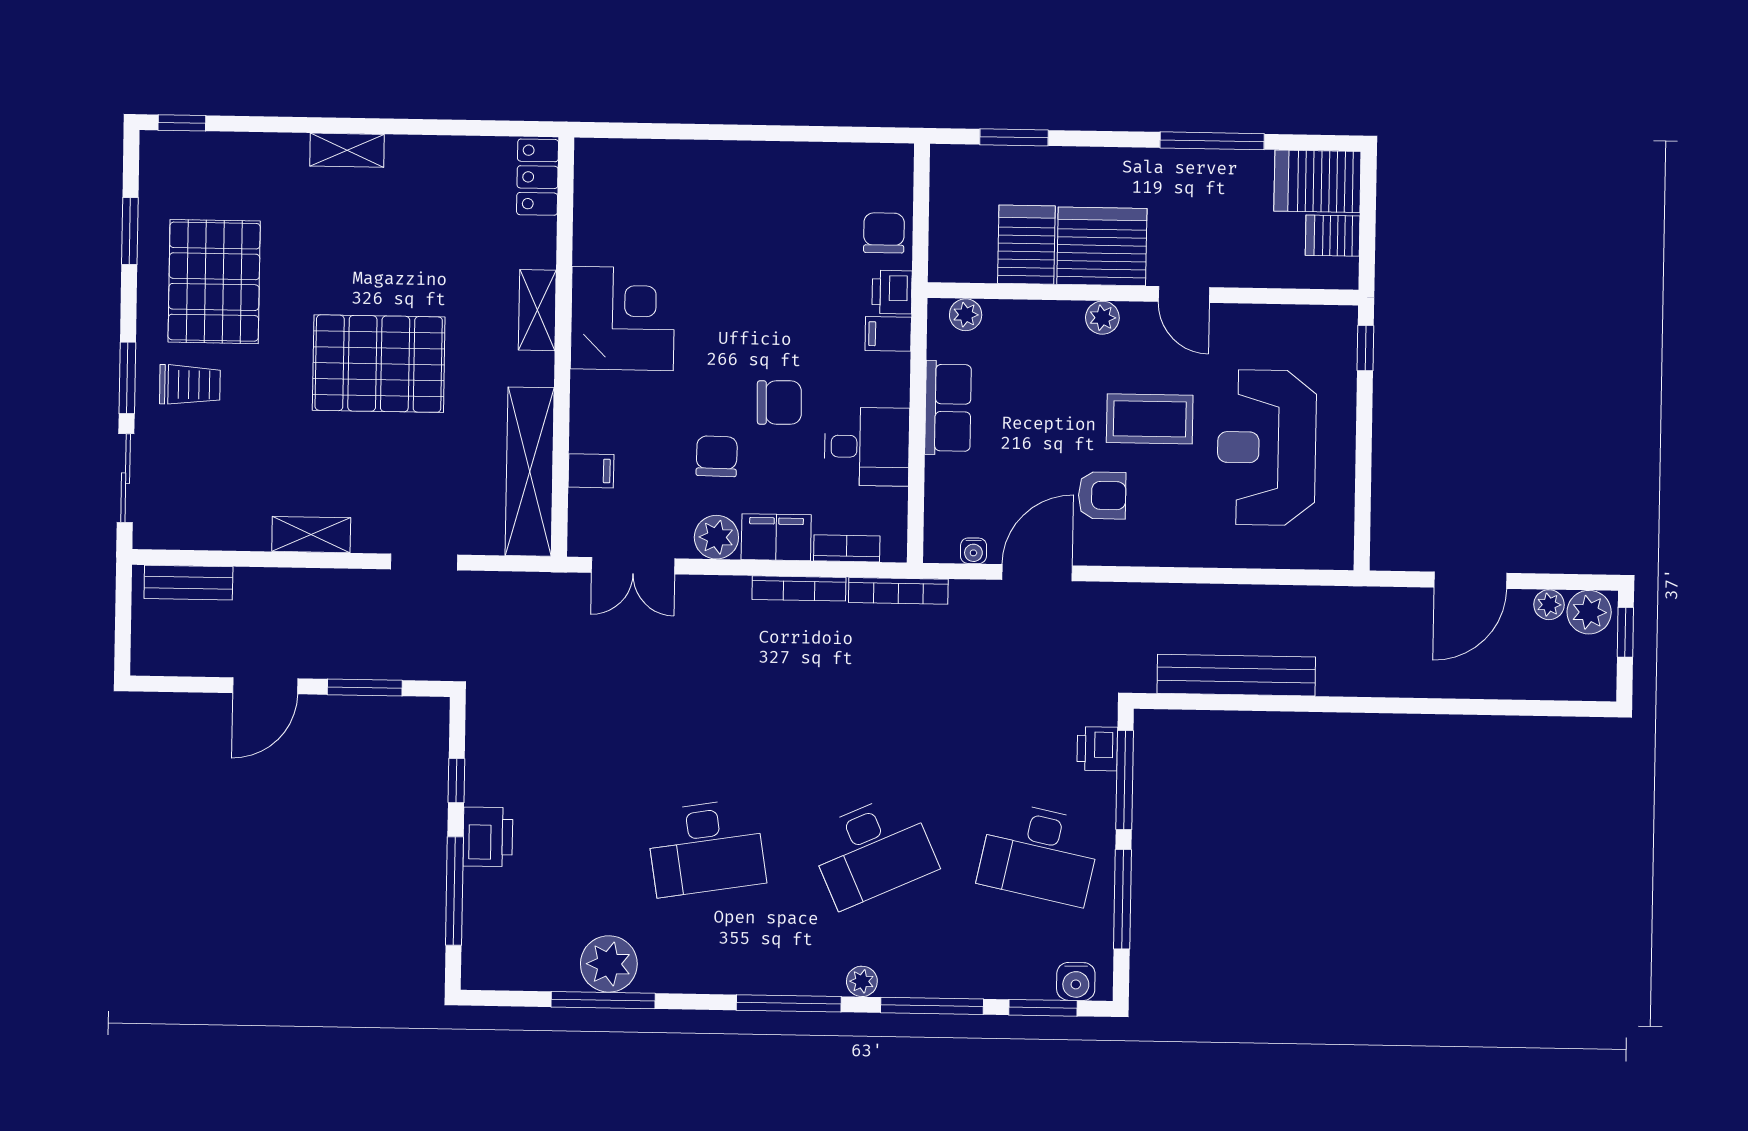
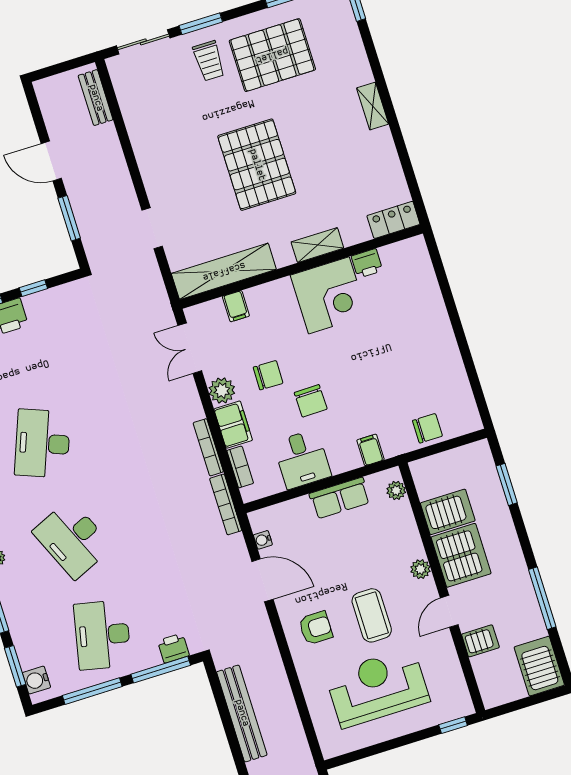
server rack: (1333, 236) -> (480, 641), moved, turned 90
printer: (892, 292) -> (367, 263), moved, turned 180
armchair: (1102, 495) -> (316, 628), moved, turned -90
shelving: (311, 535) -> (146, 159), removed
desk: (706, 848) -> (43, 443), turned 30

